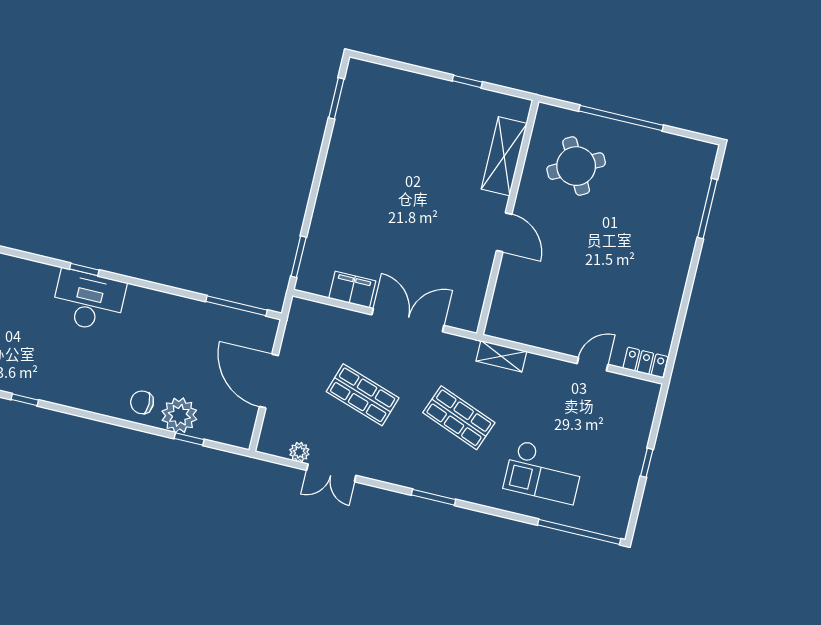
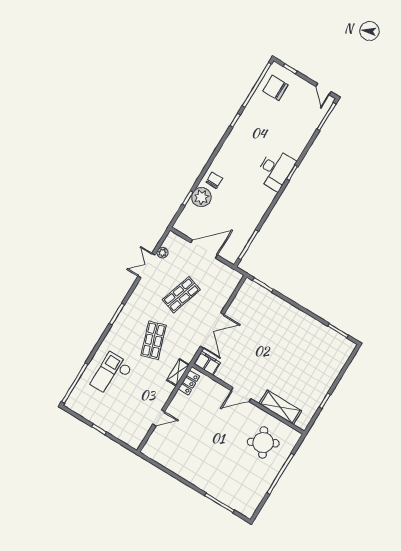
filing cabinet: (352, 290) -> (207, 363), moved, turned -90
locker: (645, 362) -> (189, 383), moved
door: (592, 364) -> (159, 418), hinge flipped
shop shelf: (459, 418) -> (153, 340), turned -39

